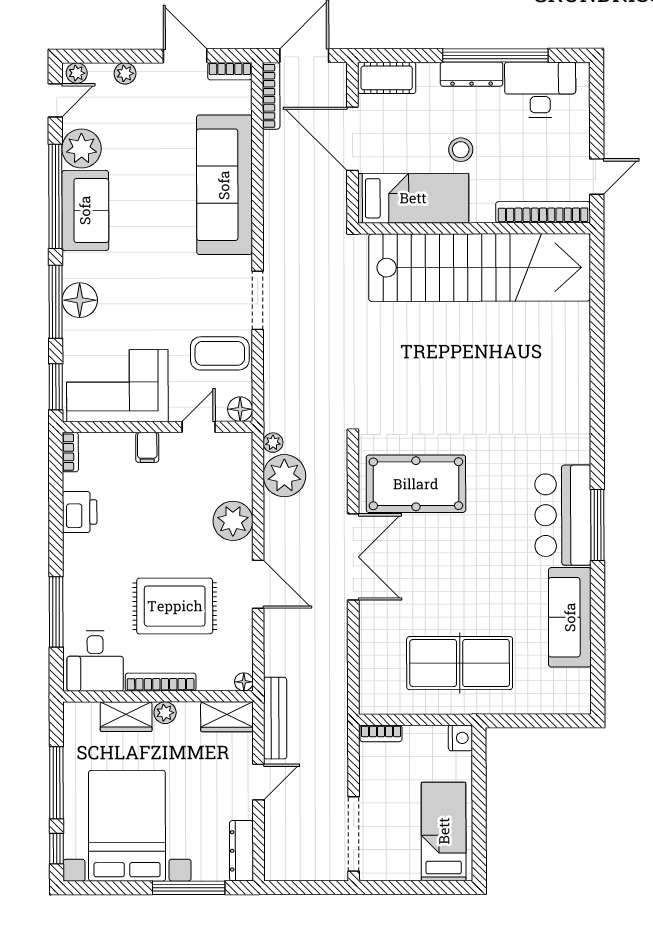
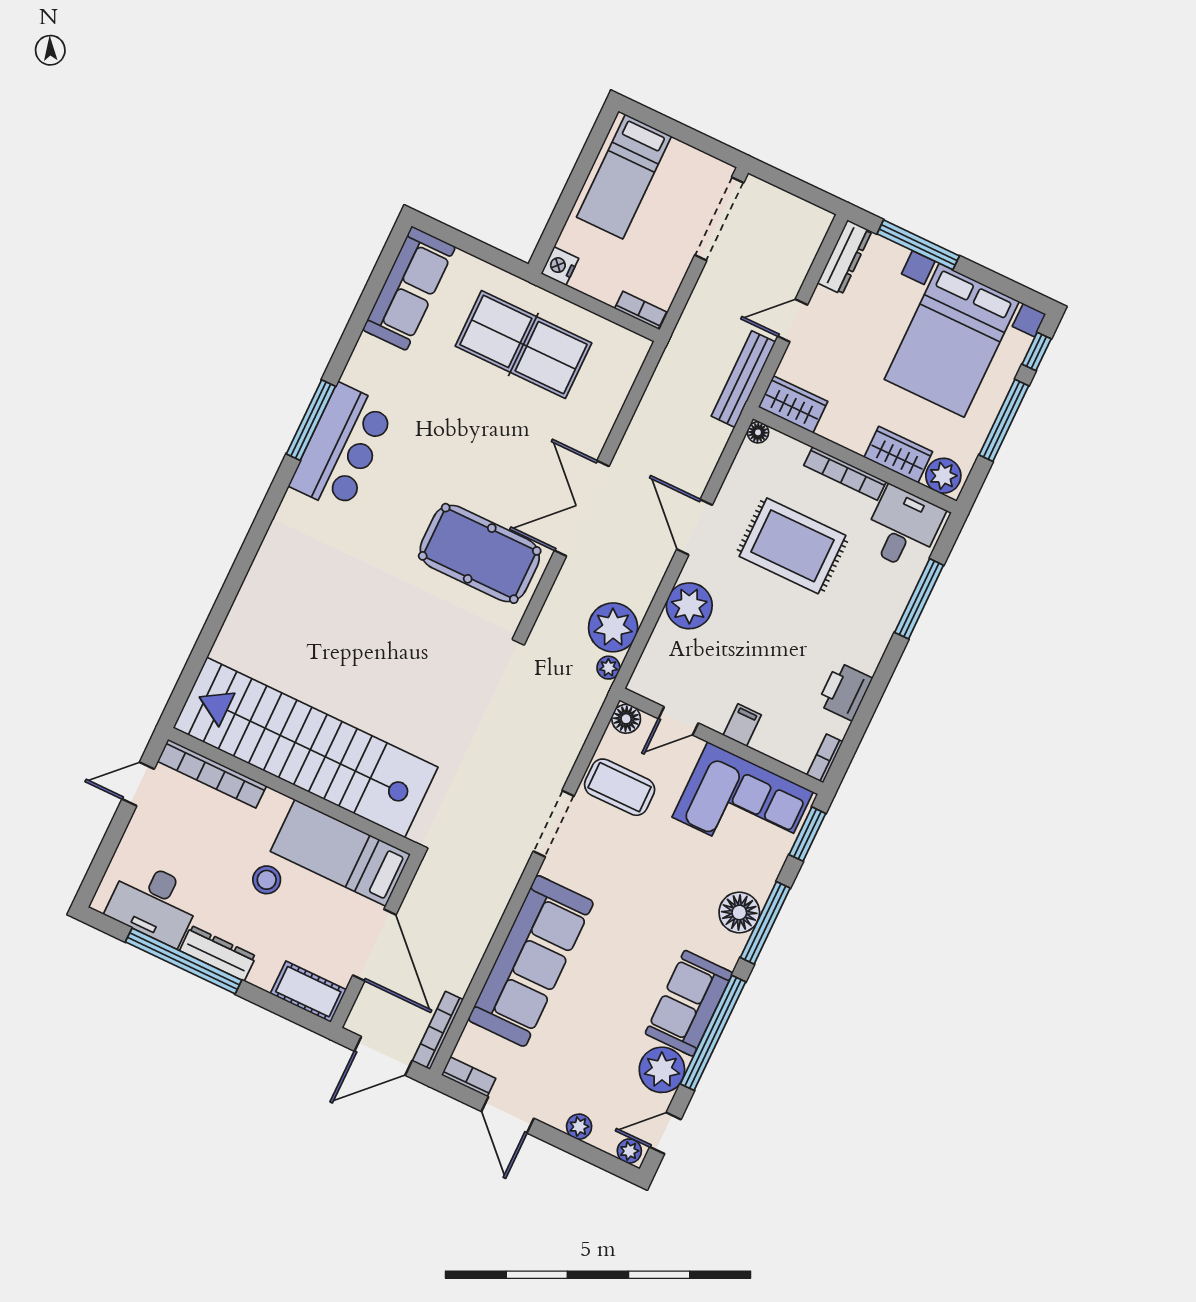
sofa: (570, 617) -> (409, 288), moved
plant: (165, 713) -> (943, 476), moved, width x1.38, depth x1.38

